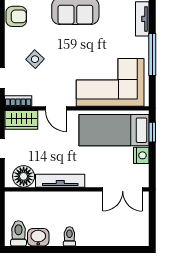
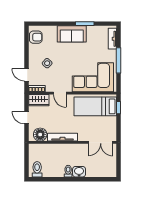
nightstand: (141, 155) -> (112, 122), removed
washbasin: (38, 237) -> (79, 172), moved

